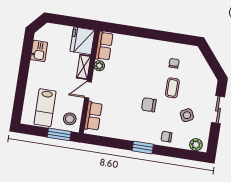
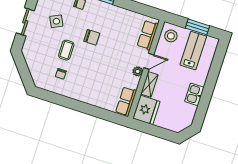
kitchen sink: (39, 51) -> (194, 94), moved
plant: (99, 66) -> (138, 71), moved
window: (59, 134) -> (198, 27), moved

